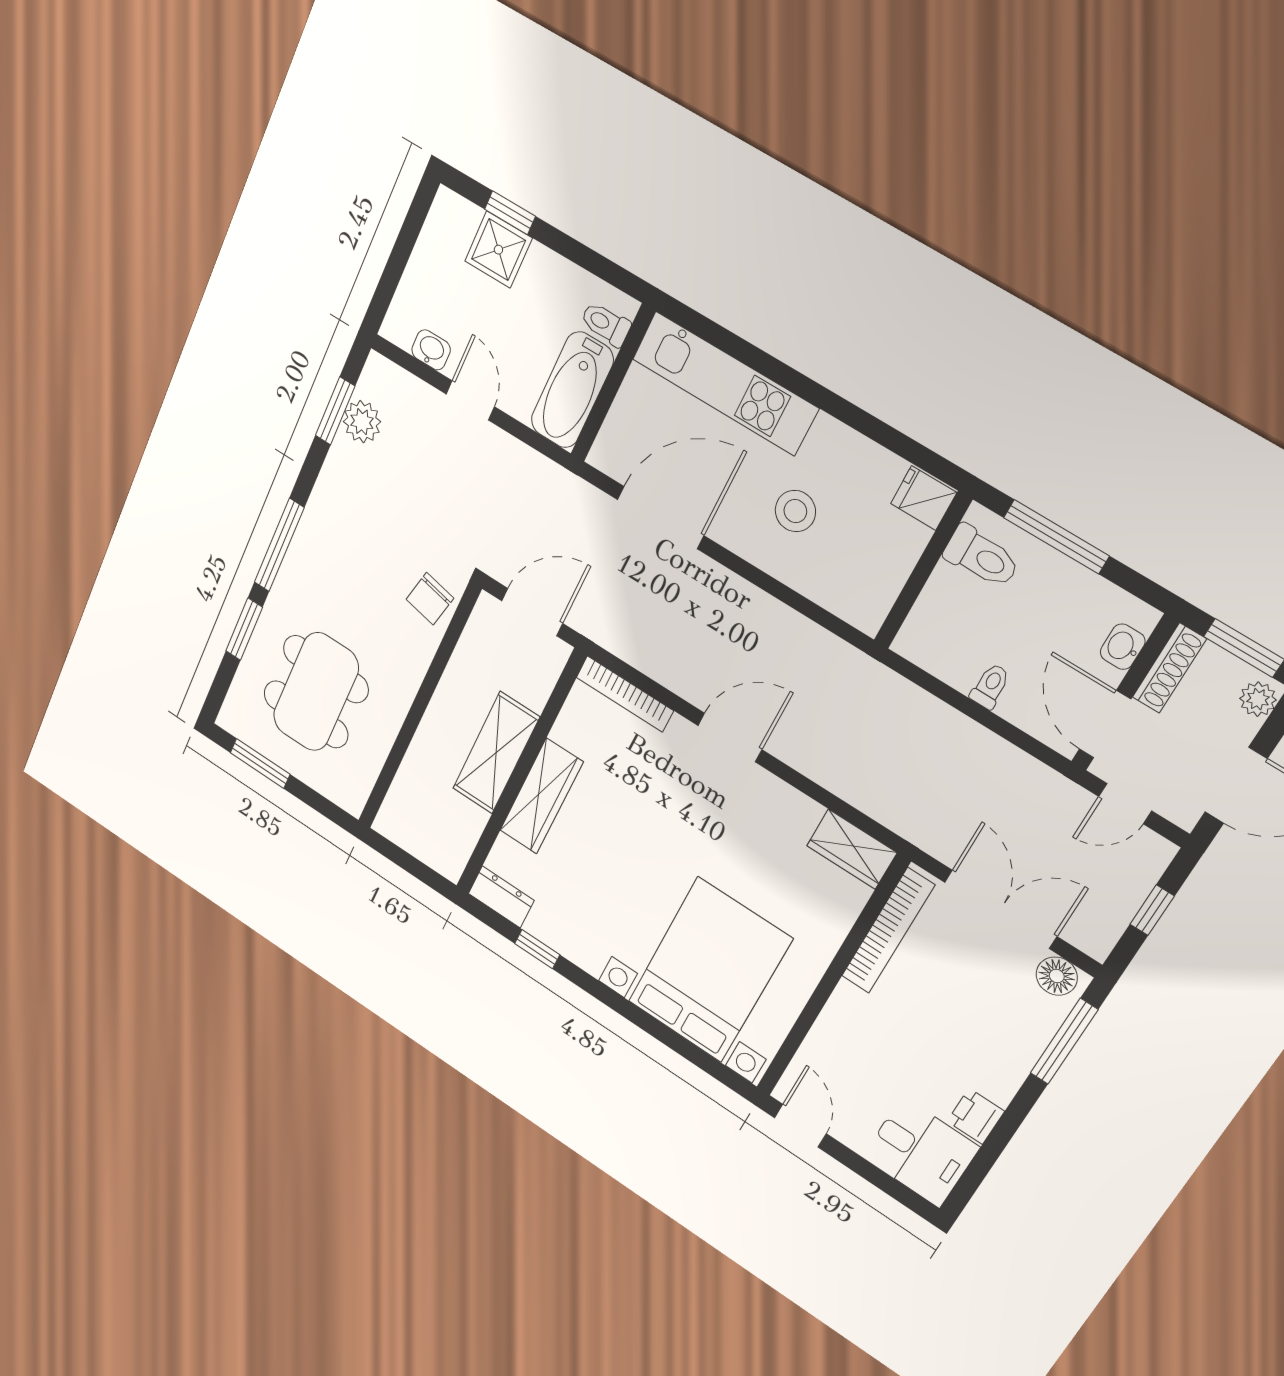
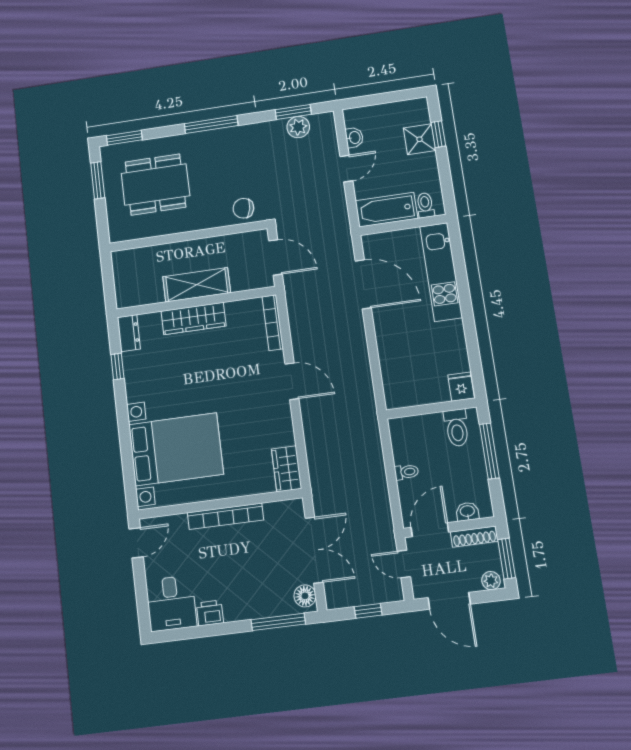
stool: (795, 511) -> (413, 338), removed
window: (244, 629) -> (124, 138), moved
bookcase: (888, 931) -> (225, 516), moved

